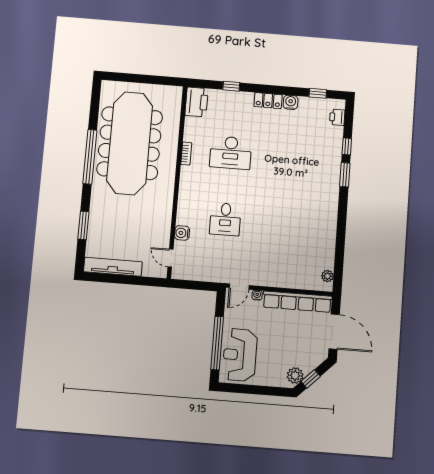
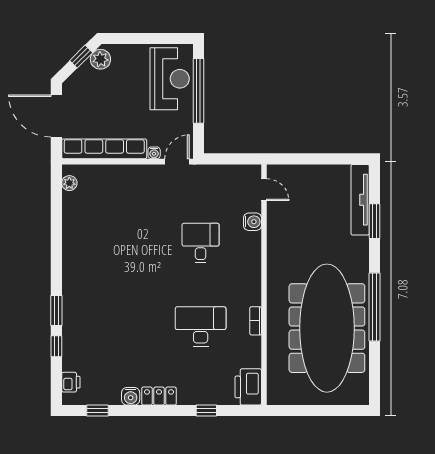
tv unit: (113, 267) -> (360, 200), moved, turned 90

